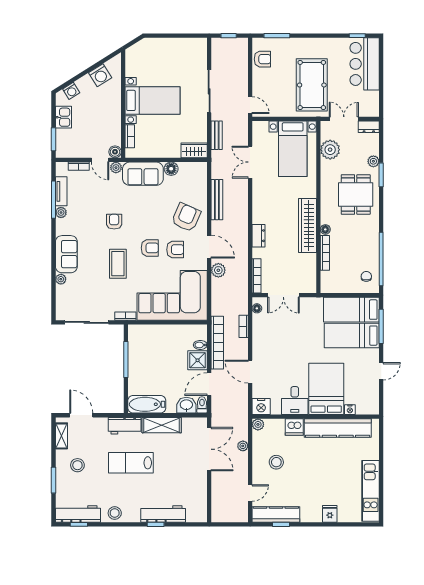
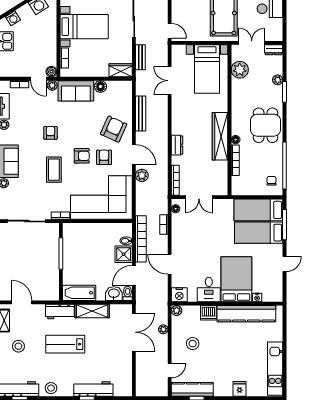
dining table: (356, 195) -> (266, 125), moved
armchair: (175, 250) -> (104, 157), turned -90

